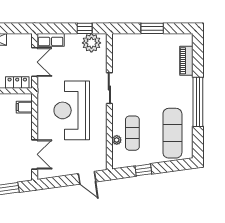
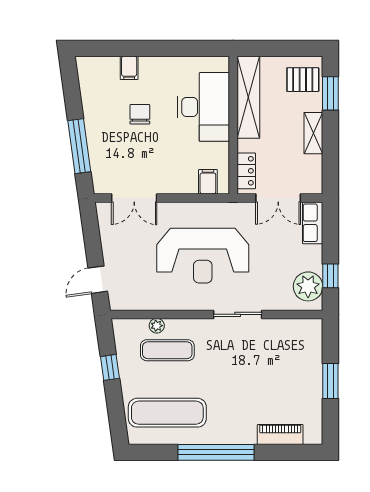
reception desk: (72, 110) -> (203, 256), turned 180

